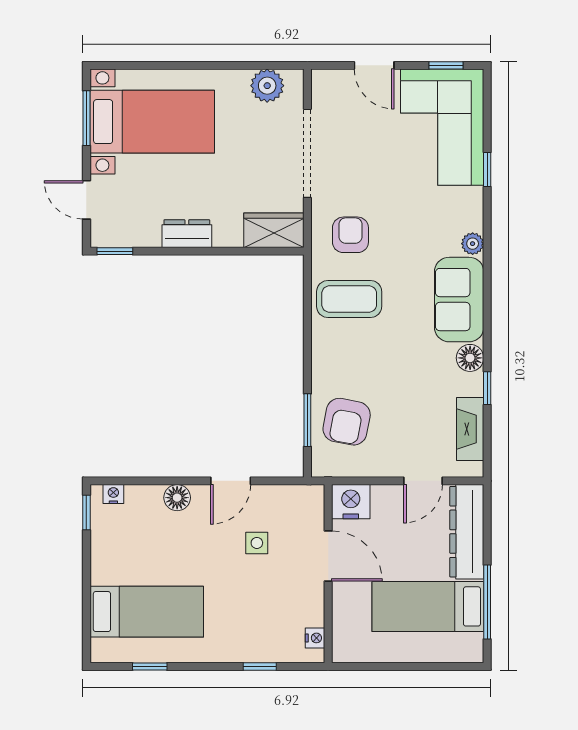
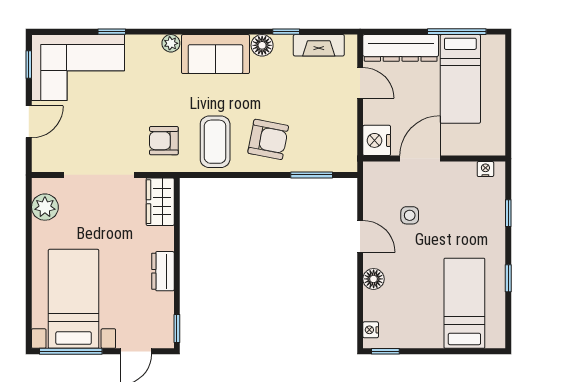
window: (86, 118) -> (71, 351), width x1.44
armchair: (347, 422) -> (268, 139), moved
window: (150, 667) -> (508, 278), moved

